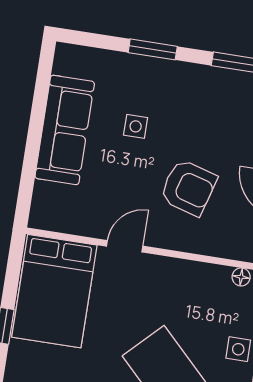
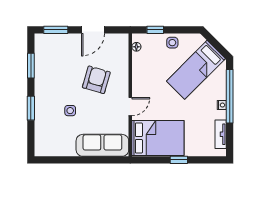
sofa: (65, 130) -> (102, 145), moved
door: (125, 246) -> (130, 107), swing flipped

